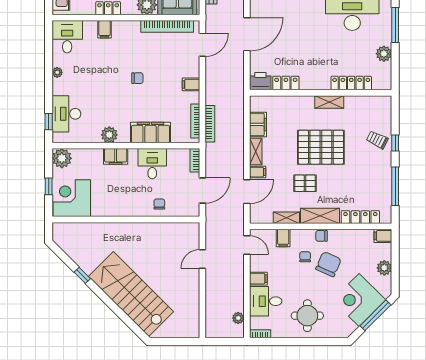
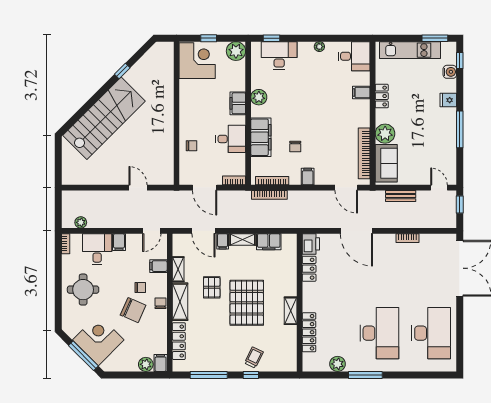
chair: (137, 78) -> (295, 146), moved
plant: (384, 268) -> (146, 364), moved

